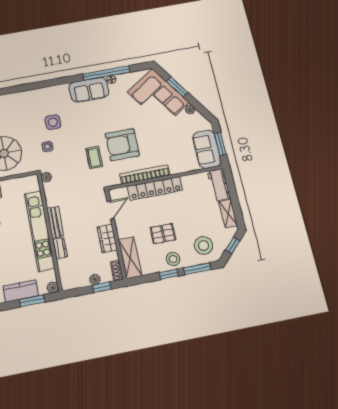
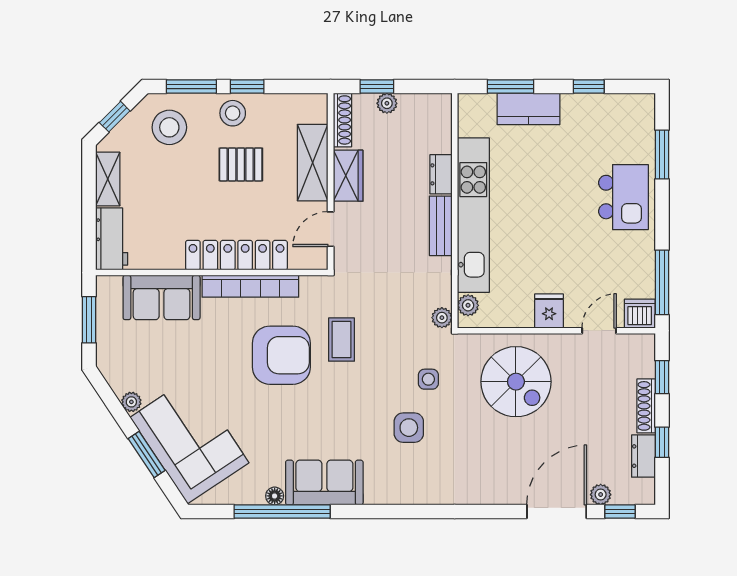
sofa: (207, 149) -> (162, 297), moved, turned 90
shelving: (130, 258) -> (313, 163), moved
shoe rack: (117, 271) -> (342, 120), width x1.43
plant: (53, 287) -> (468, 305), moved

